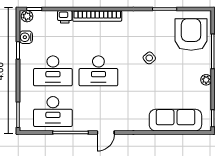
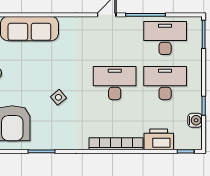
plant: (27, 16) -> (194, 144), removed
printer: (65, 17) -> (159, 139), width x1.87, depth x1.48

